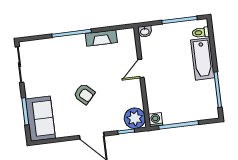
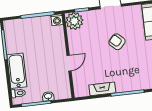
washbasin: (145, 31) -> (48, 96), moved

